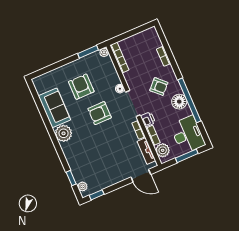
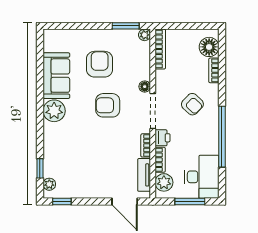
floor lamp: (179, 102) -> (209, 47), moved

